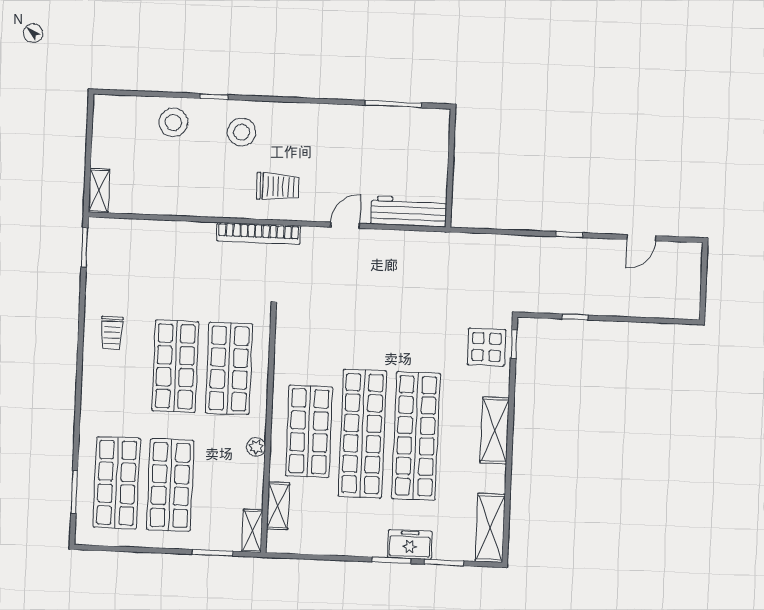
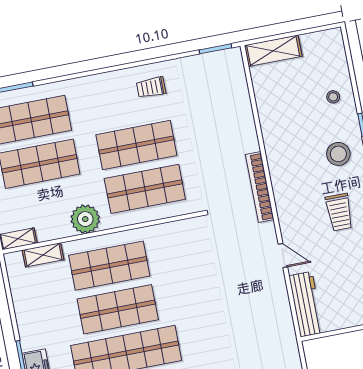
stool: (173, 122) -> (333, 97), width x0.53, depth x0.53
trolley: (278, 187) -> (339, 212), moved
shelving: (99, 191) -> (273, 51), width x1.50, depth x1.33
shop shelf: (362, 434) -> (118, 309), width x0.71
plant: (256, 447) -> (85, 219), width x1.88, depth x1.88

